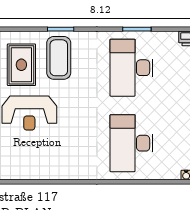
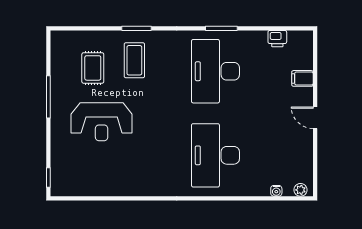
coffee table: (59, 58) -> (134, 60), width x0.73, depth x0.76
rug: (21, 65) -> (93, 68), width x0.73, depth x0.70

